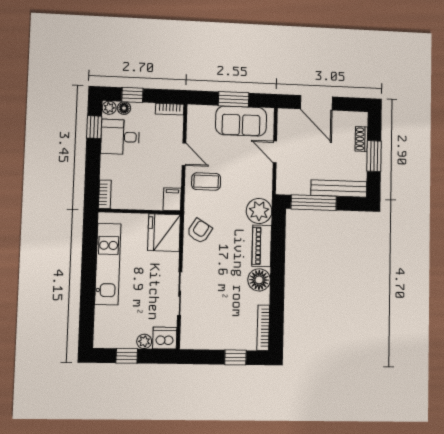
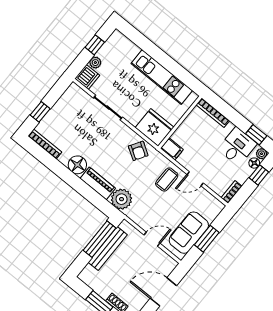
bench: (339, 188) -> (108, 249), moved
bookcase: (105, 194) -> (213, 113), width x1.56

